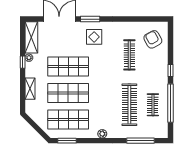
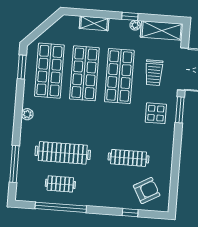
trolley: (64, 41) -> (154, 73), added
window: (171, 71) -> (130, 213), moved

